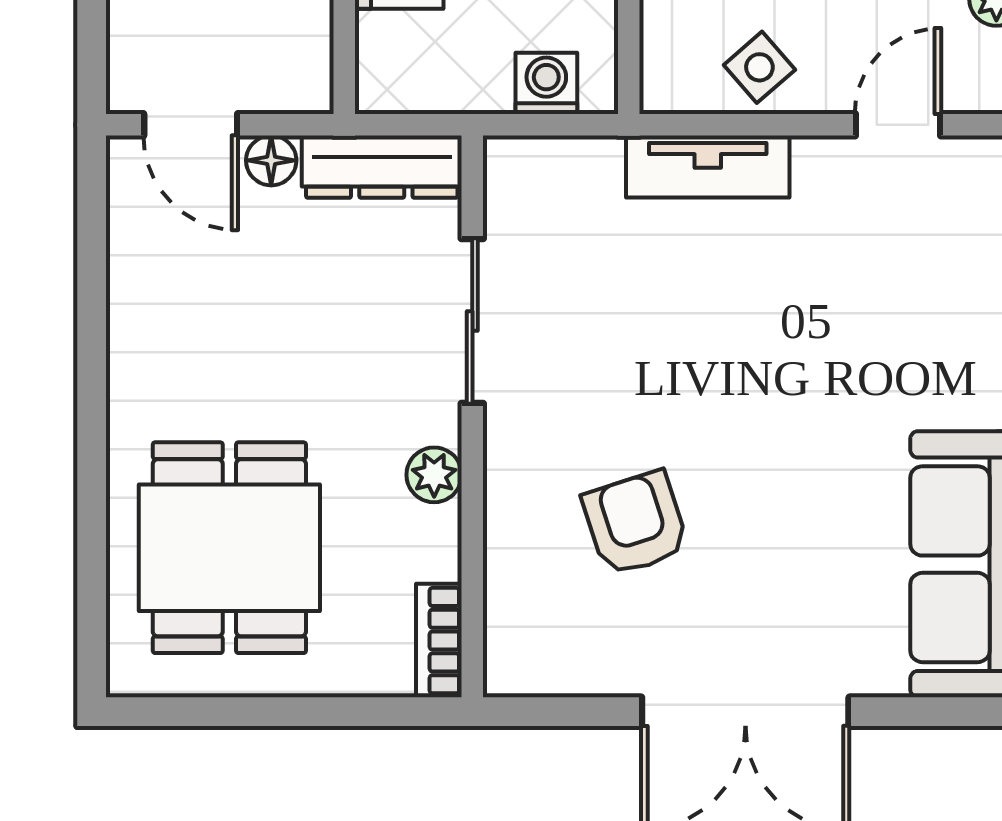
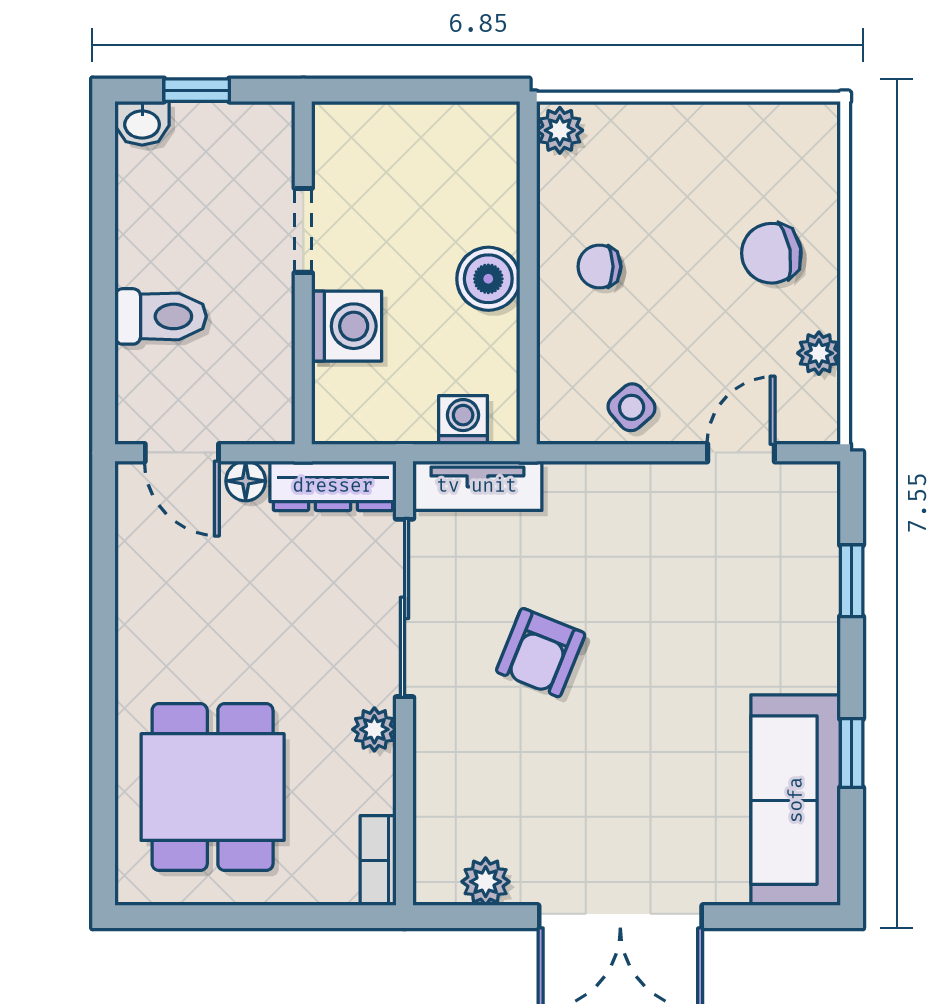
tv unit: (708, 167) -> (477, 486), moved
sliding door: (472, 321) -> (405, 608), width x1.37
armchair: (635, 523) -> (541, 653), moved, turned -140
plant: (575, 667) -> (486, 882), added

